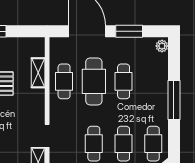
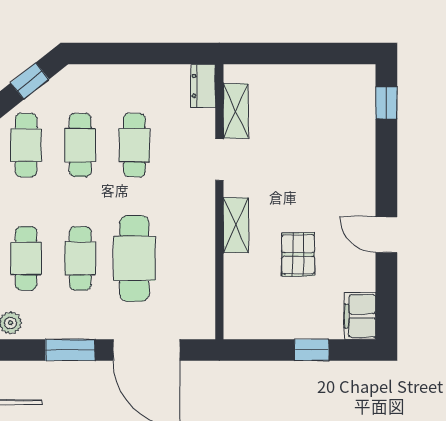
shelving: (38, 73) -> (236, 225), moved
cafe table: (64, 81) -> (26, 258), moved

